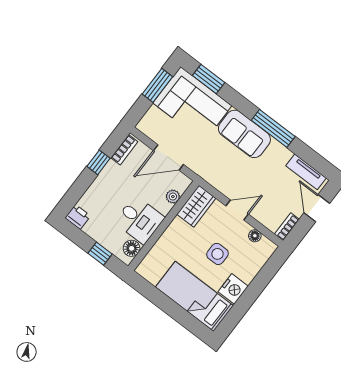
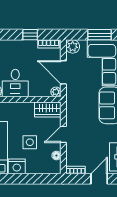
plant: (148, 125) -> (73, 46), added
plant: (173, 197) -> (56, 92), moved
door: (237, 210) -> (63, 134), swing flipped

